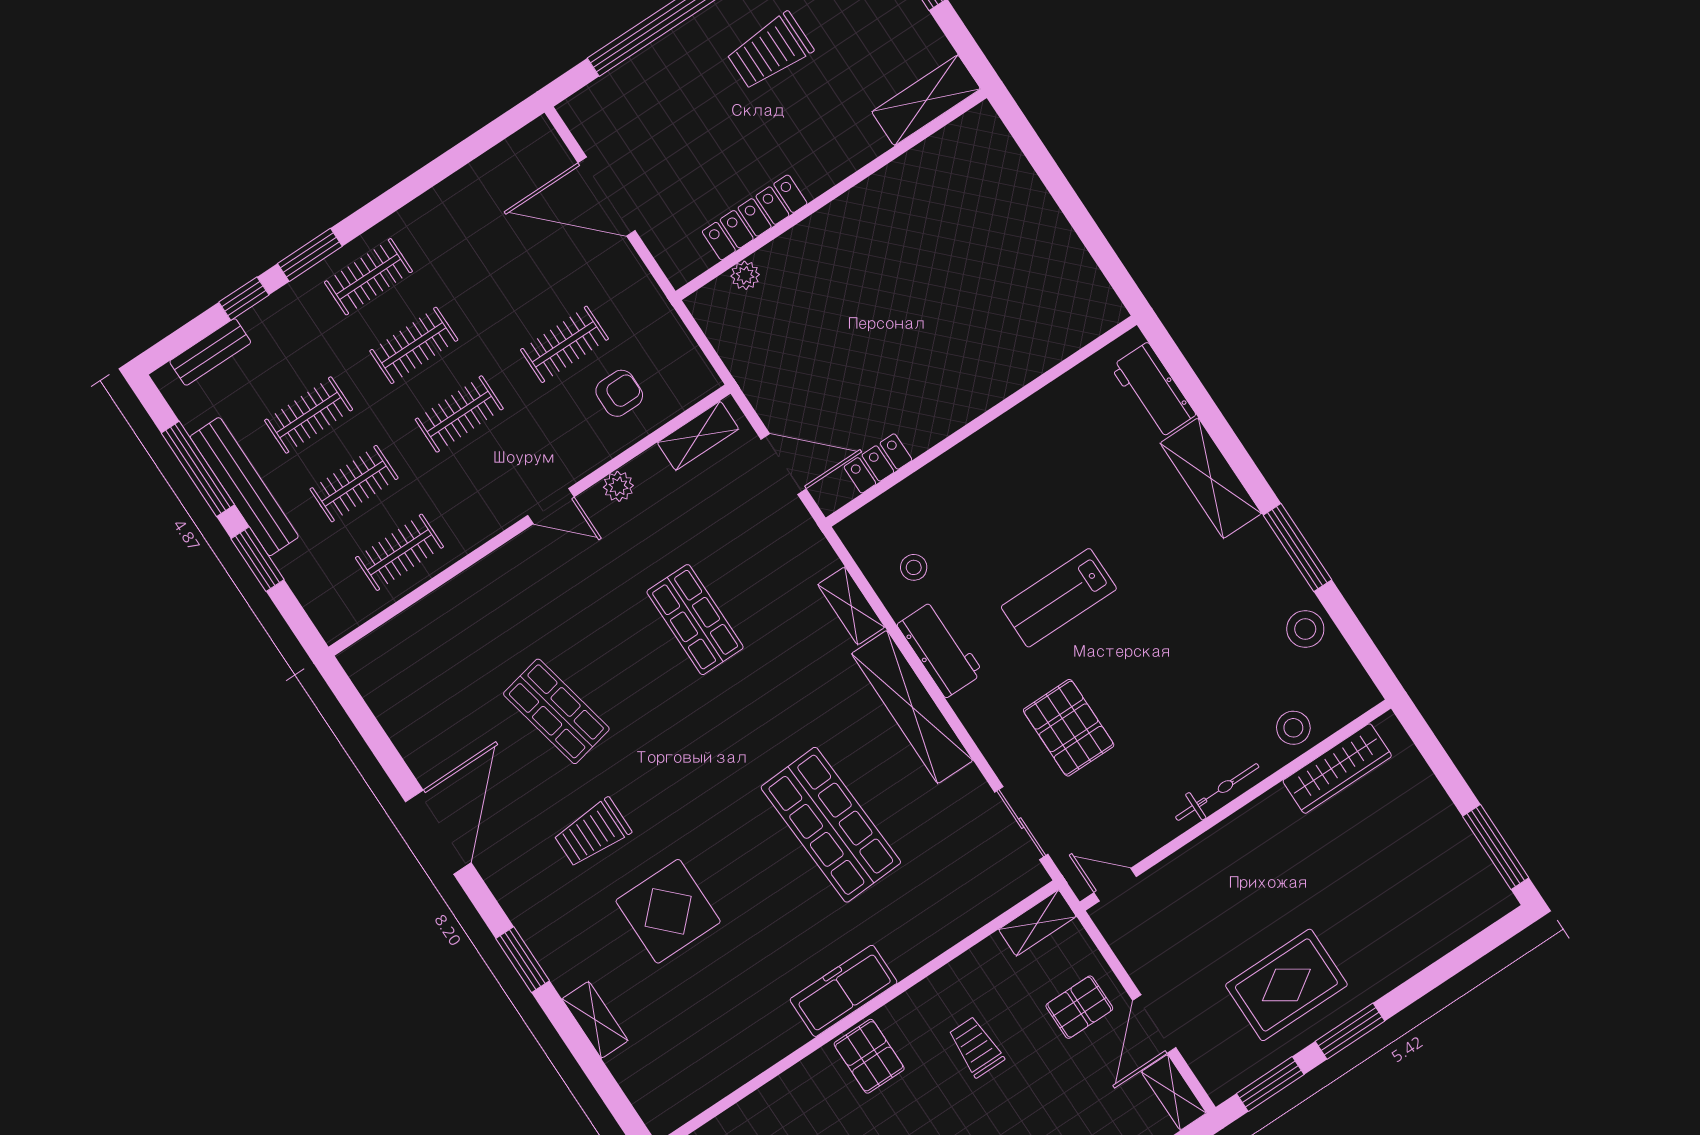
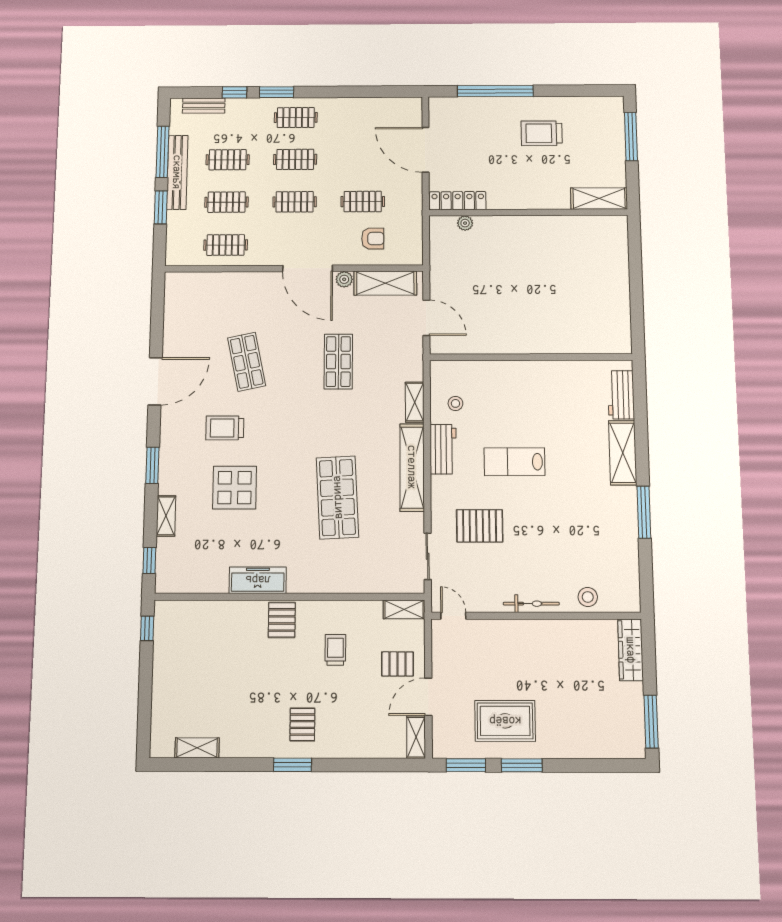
locker: (755, 217) -> (458, 201), moved
shelving: (698, 436) -> (385, 283), width x1.50, depth x1.33
locker: (878, 463) -> (470, 345), removed
door: (551, 506) -> (308, 268), width x1.88
stool: (1305, 629) -> (623, 553), removed
pallet: (1069, 728) -> (480, 526), turned 90
wardrobe: (1337, 769) -> (631, 650), moved, turned 90
freezer: (844, 991) -> (258, 580), moved
window: (616, 1100) -> (149, 561), added

